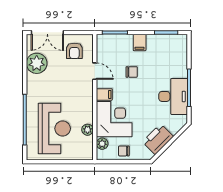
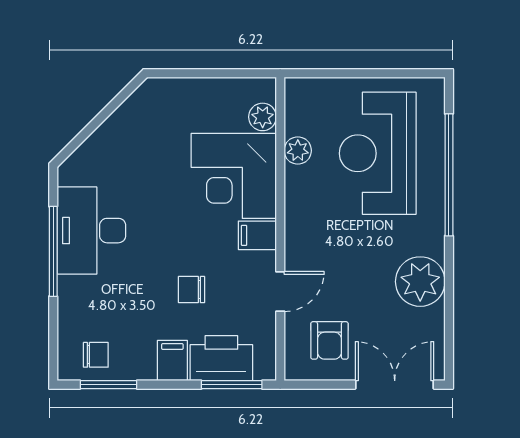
armchair: (74, 51) -> (329, 340), turned 180
plant: (37, 63) -> (420, 282), moved
door: (95, 71) -> (280, 292), swing flipped
printer: (158, 139) -> (221, 358), moved, turned -135
chair: (124, 151) -> (96, 355), moved

